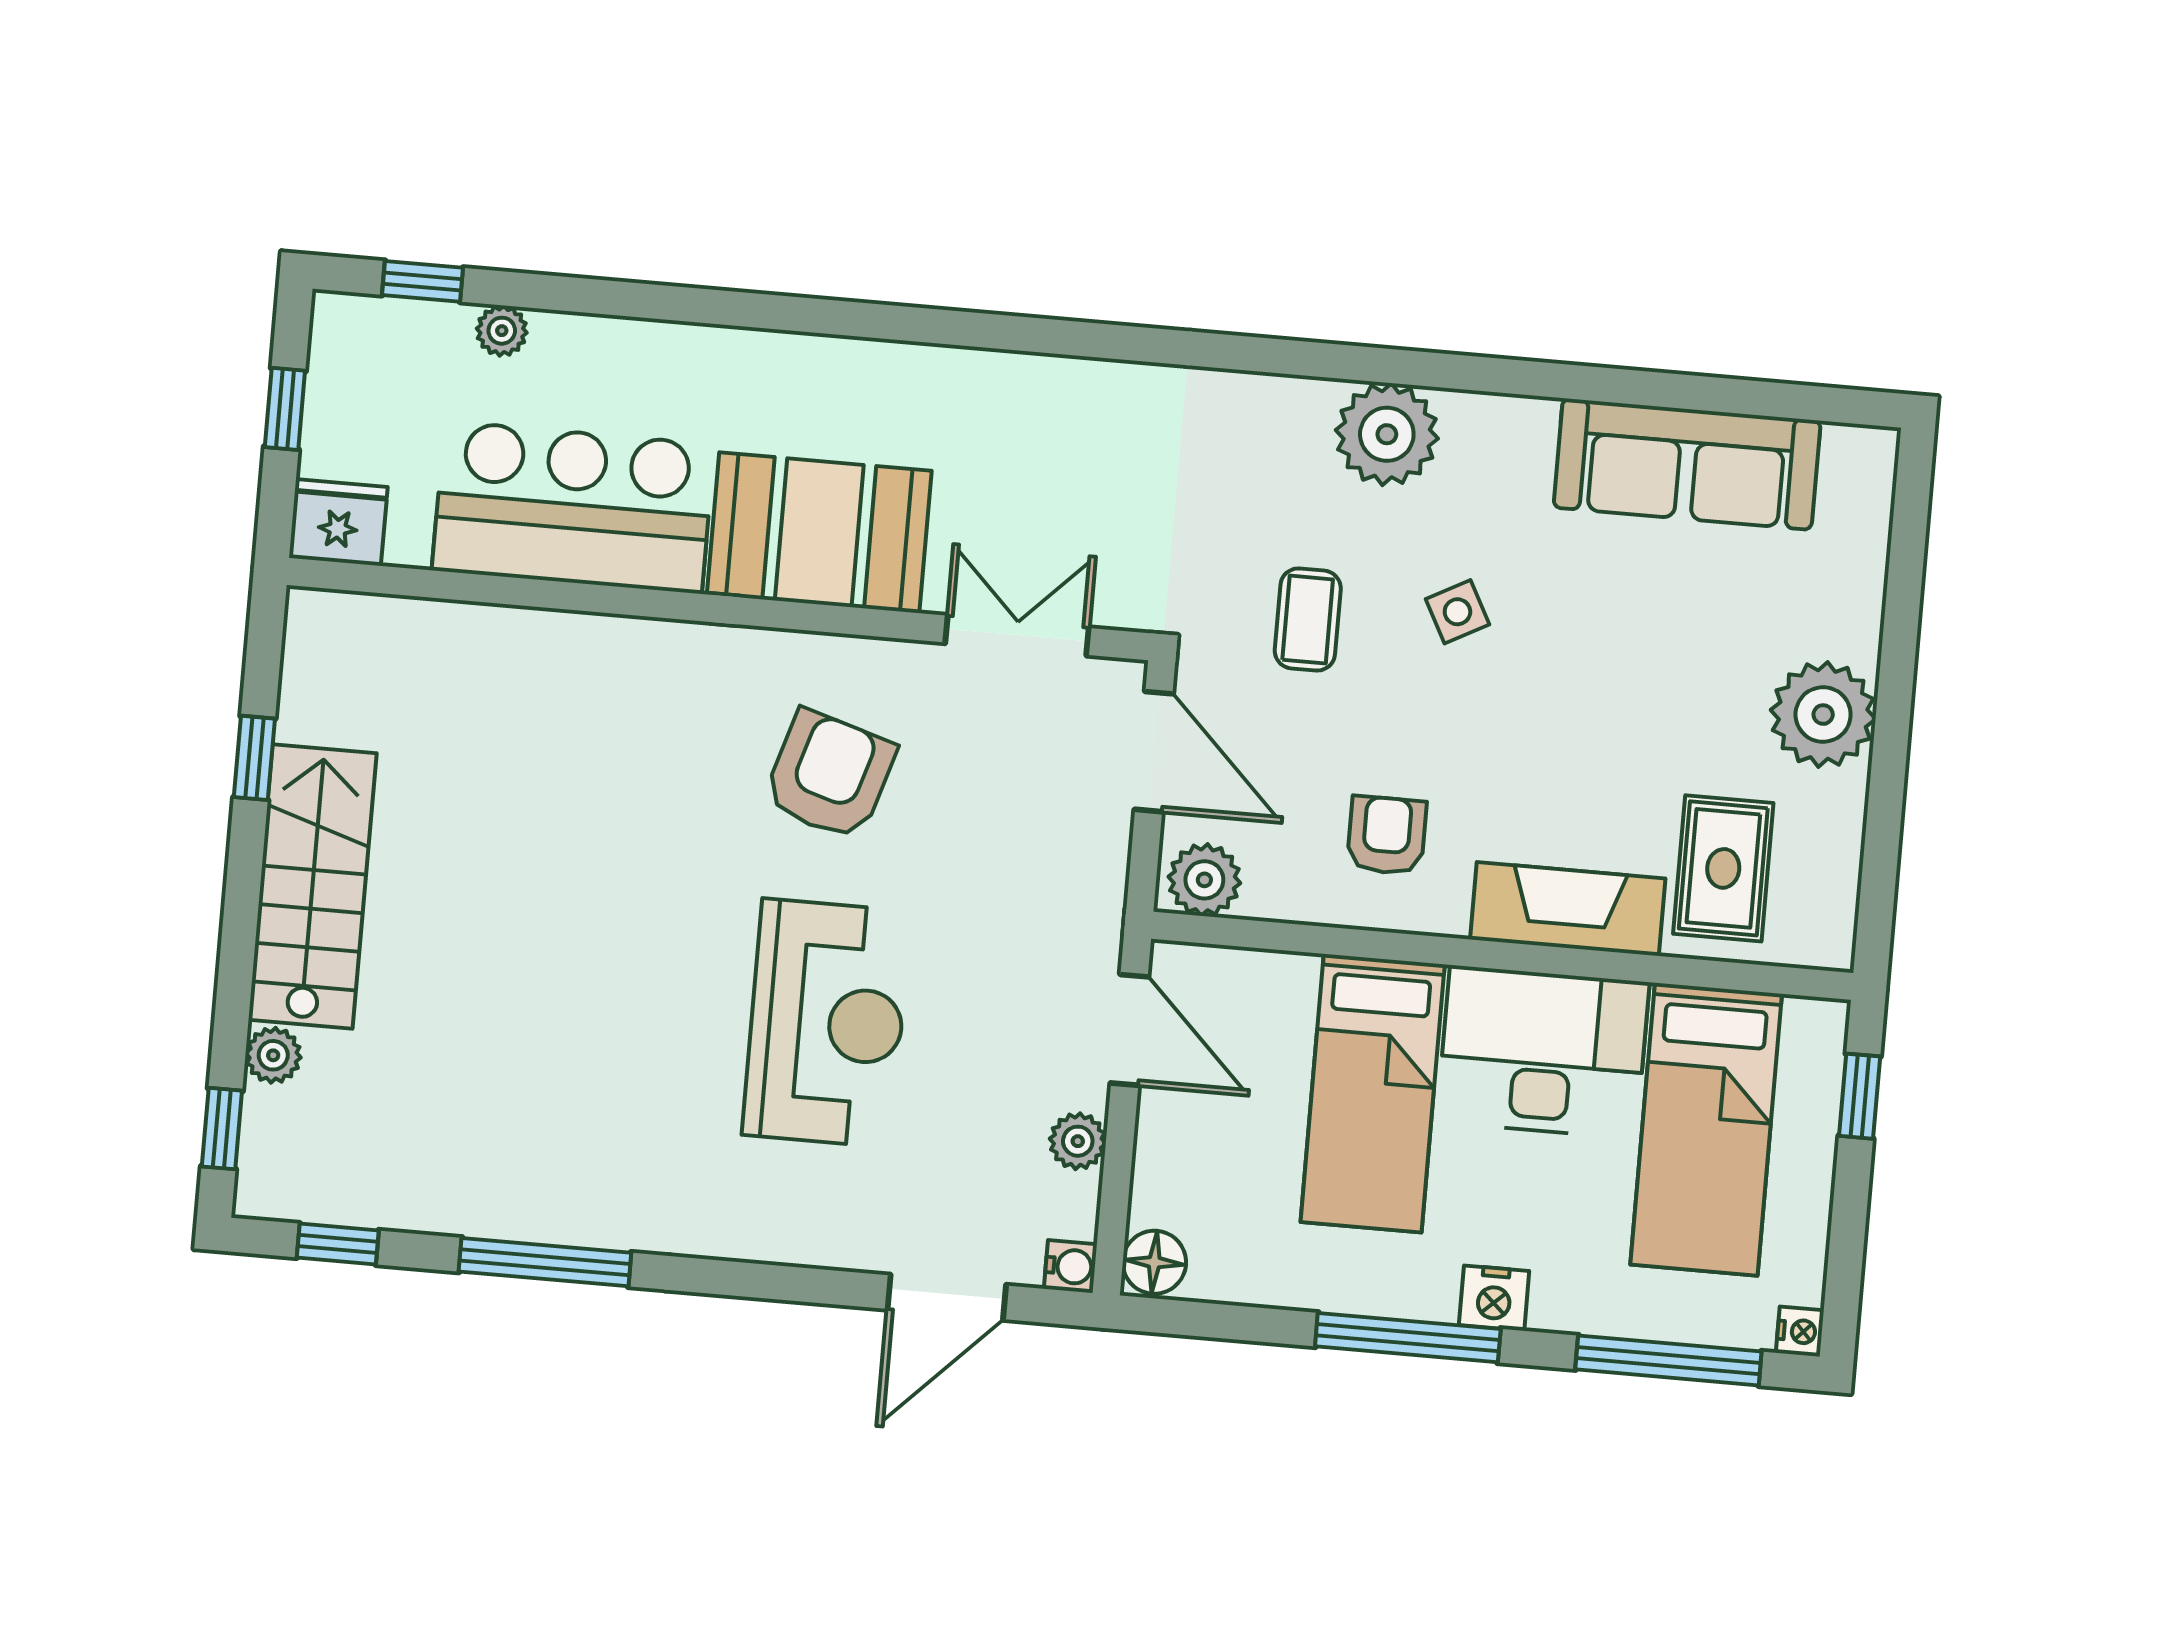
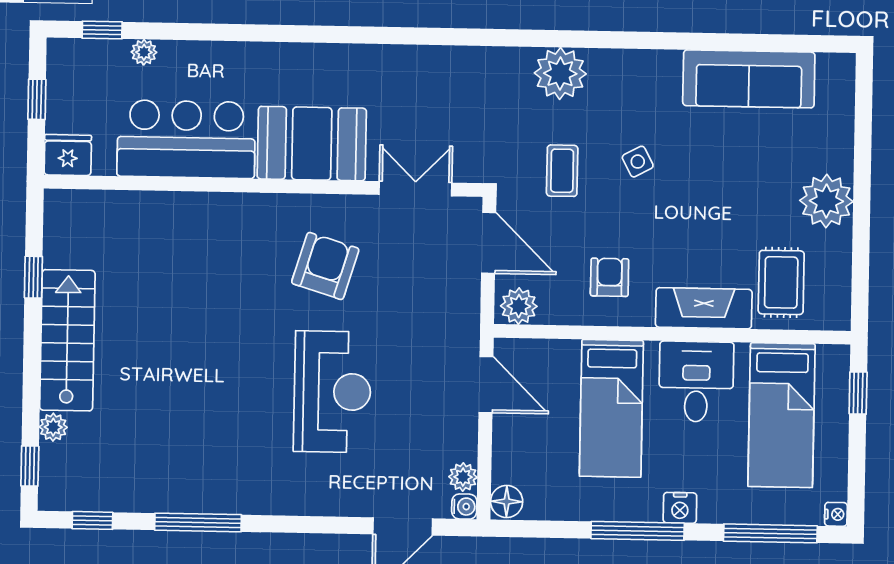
plant: (1387, 434) -> (560, 73), moved
desk: (1543, 1052) -> (696, 382), width x0.73
plant: (1078, 1141) -> (463, 477), moved

